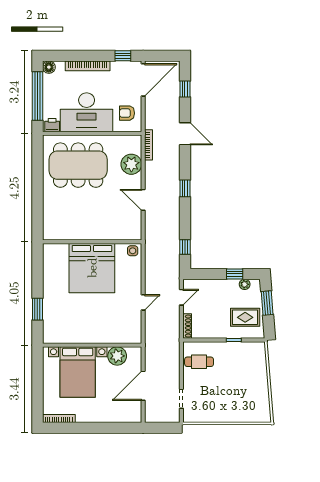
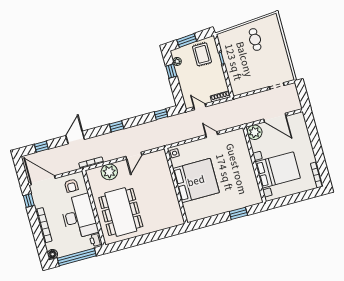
plant: (117, 356) -> (254, 132), moved
cafe table: (199, 362) -> (255, 39), moved

